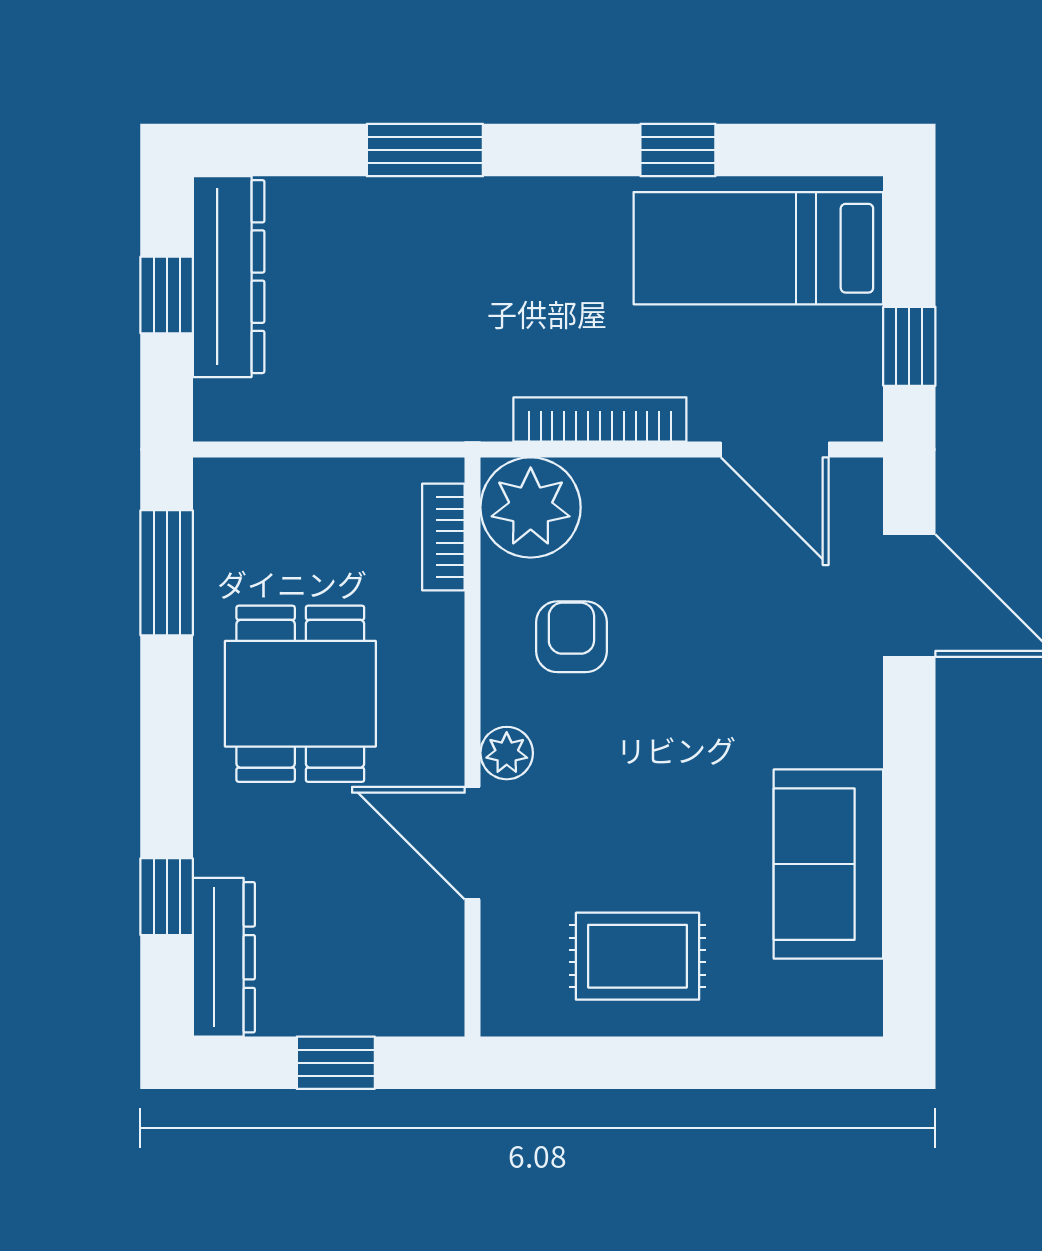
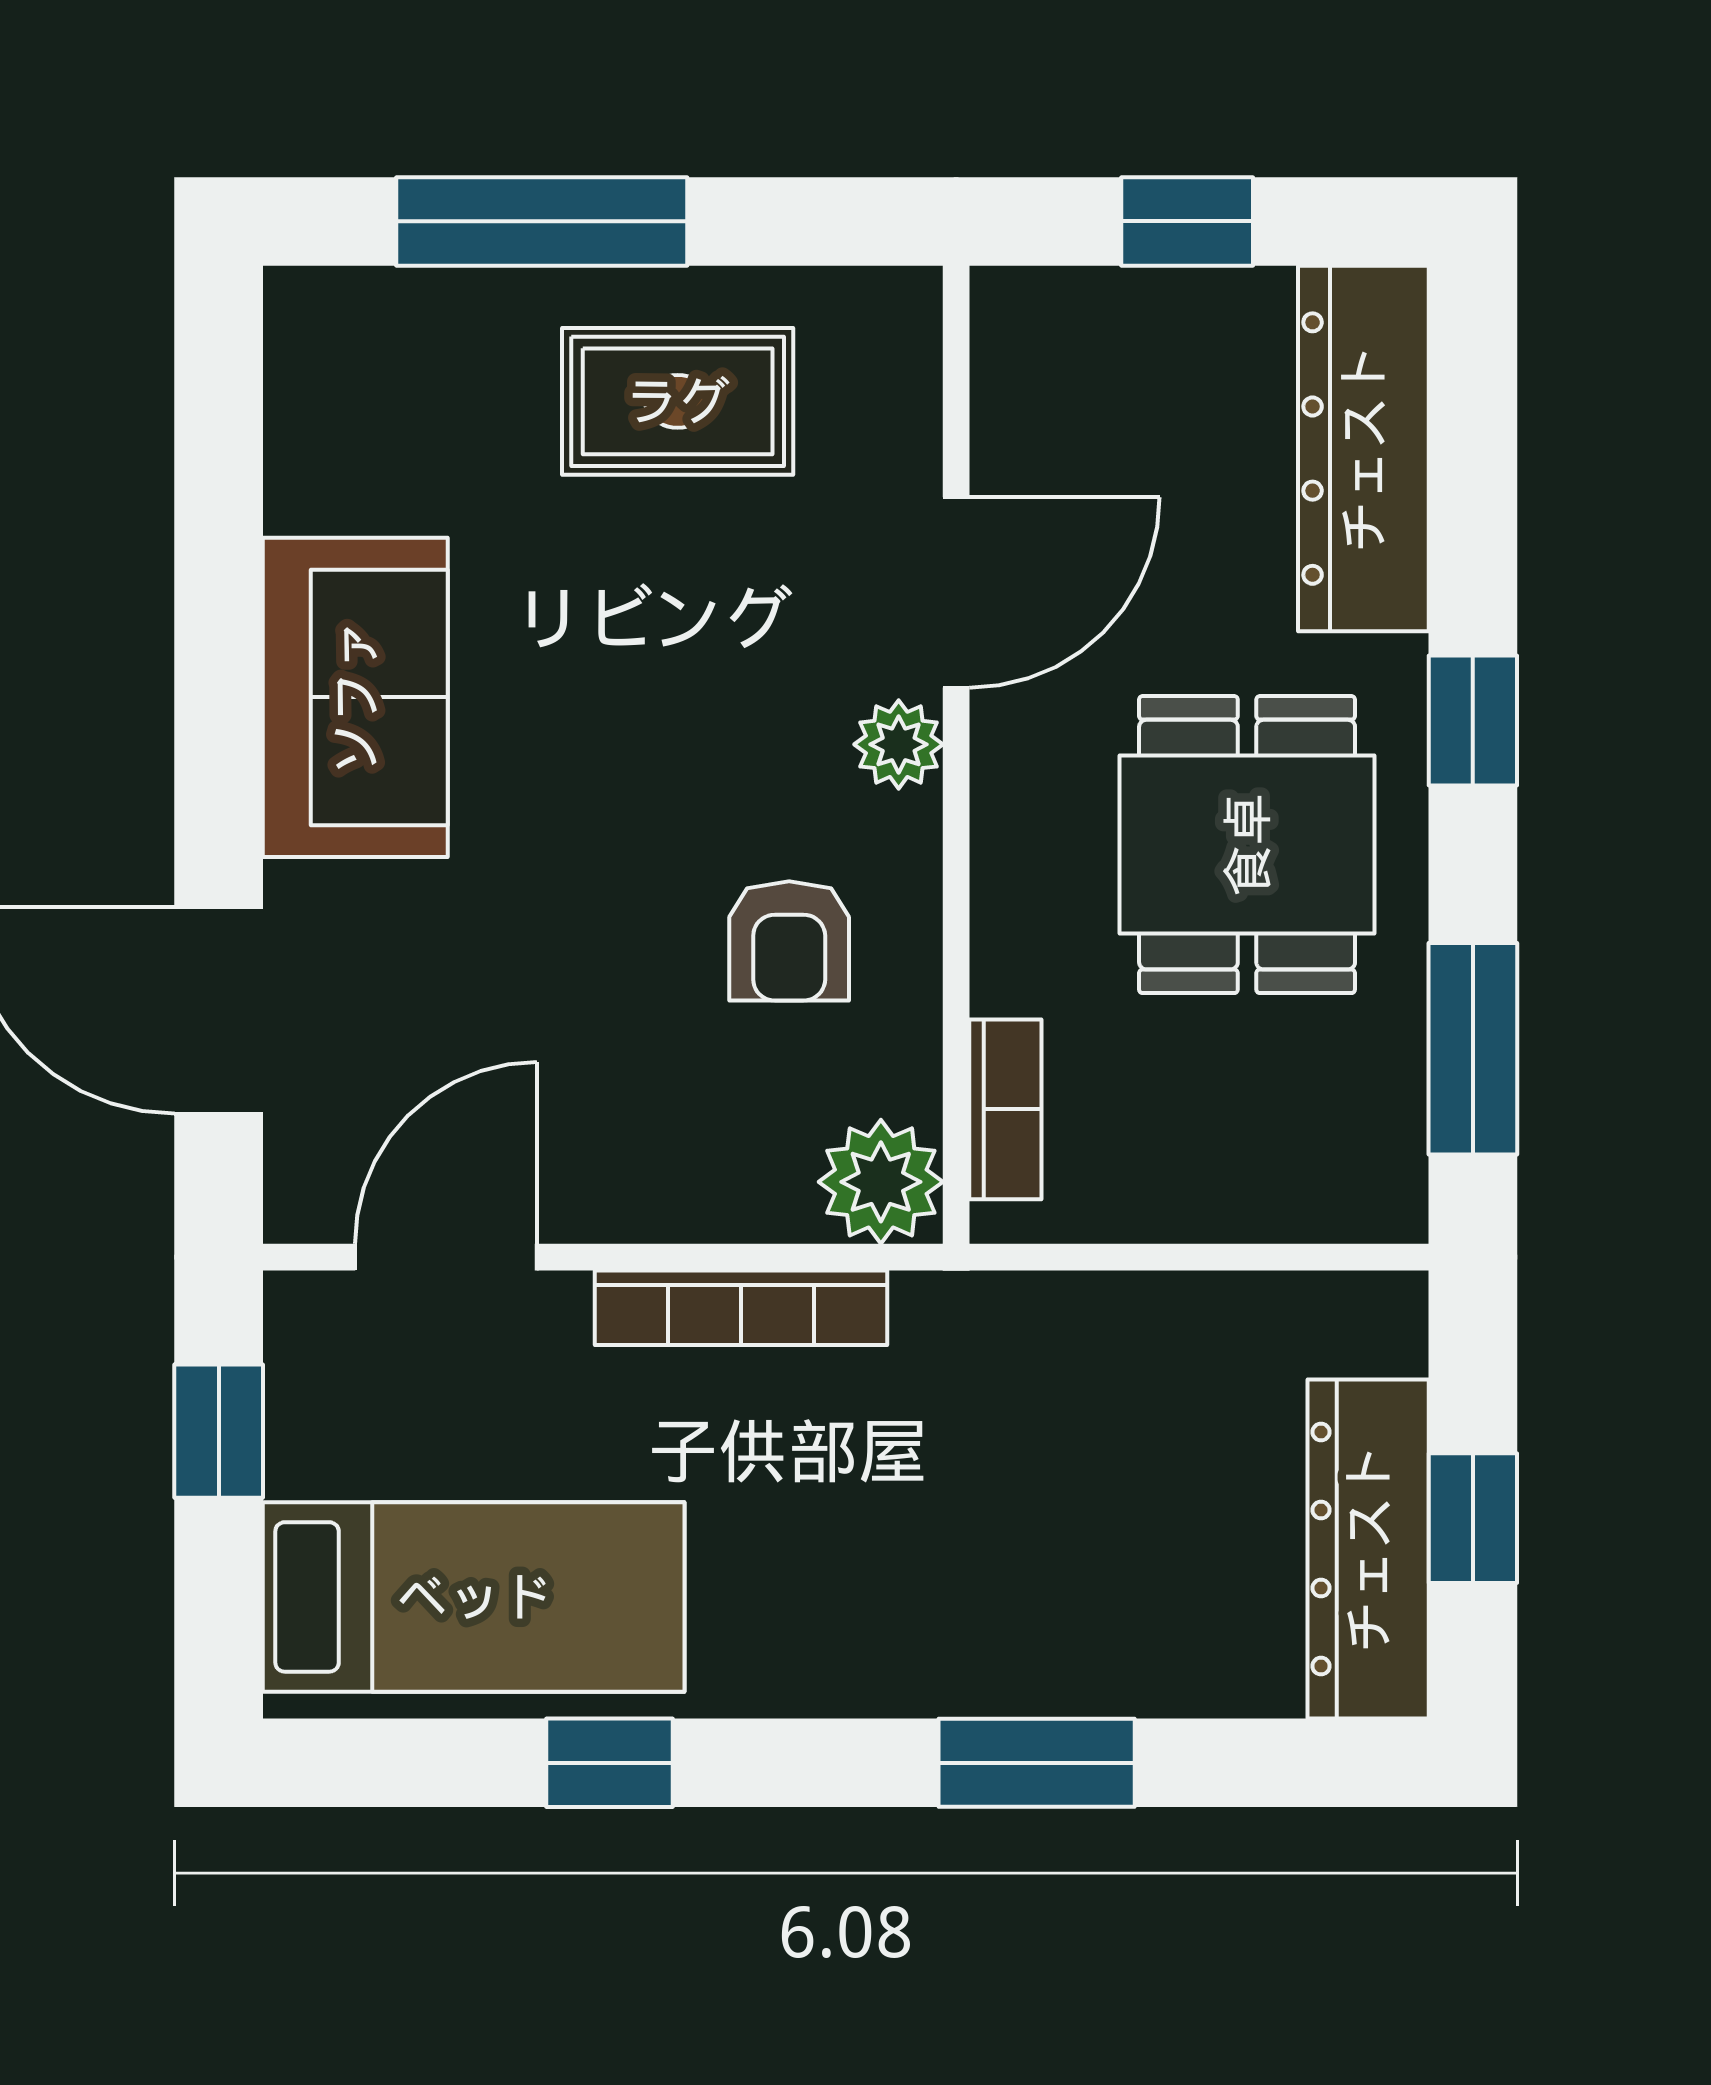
door: (775, 449) -> (446, 1257), hinge flipped
plant: (531, 507) -> (881, 1182), width x0.73, depth x0.73
door: (473, 843) -> (956, 592), hinge flipped
sofa: (828, 864) -> (355, 697), moved
window: (167, 897) -> (1473, 721), moved
dresser: (224, 957) -> (1363, 449), width x1.37, depth x1.24
window: (718, 1063) -> (542, 221), added

